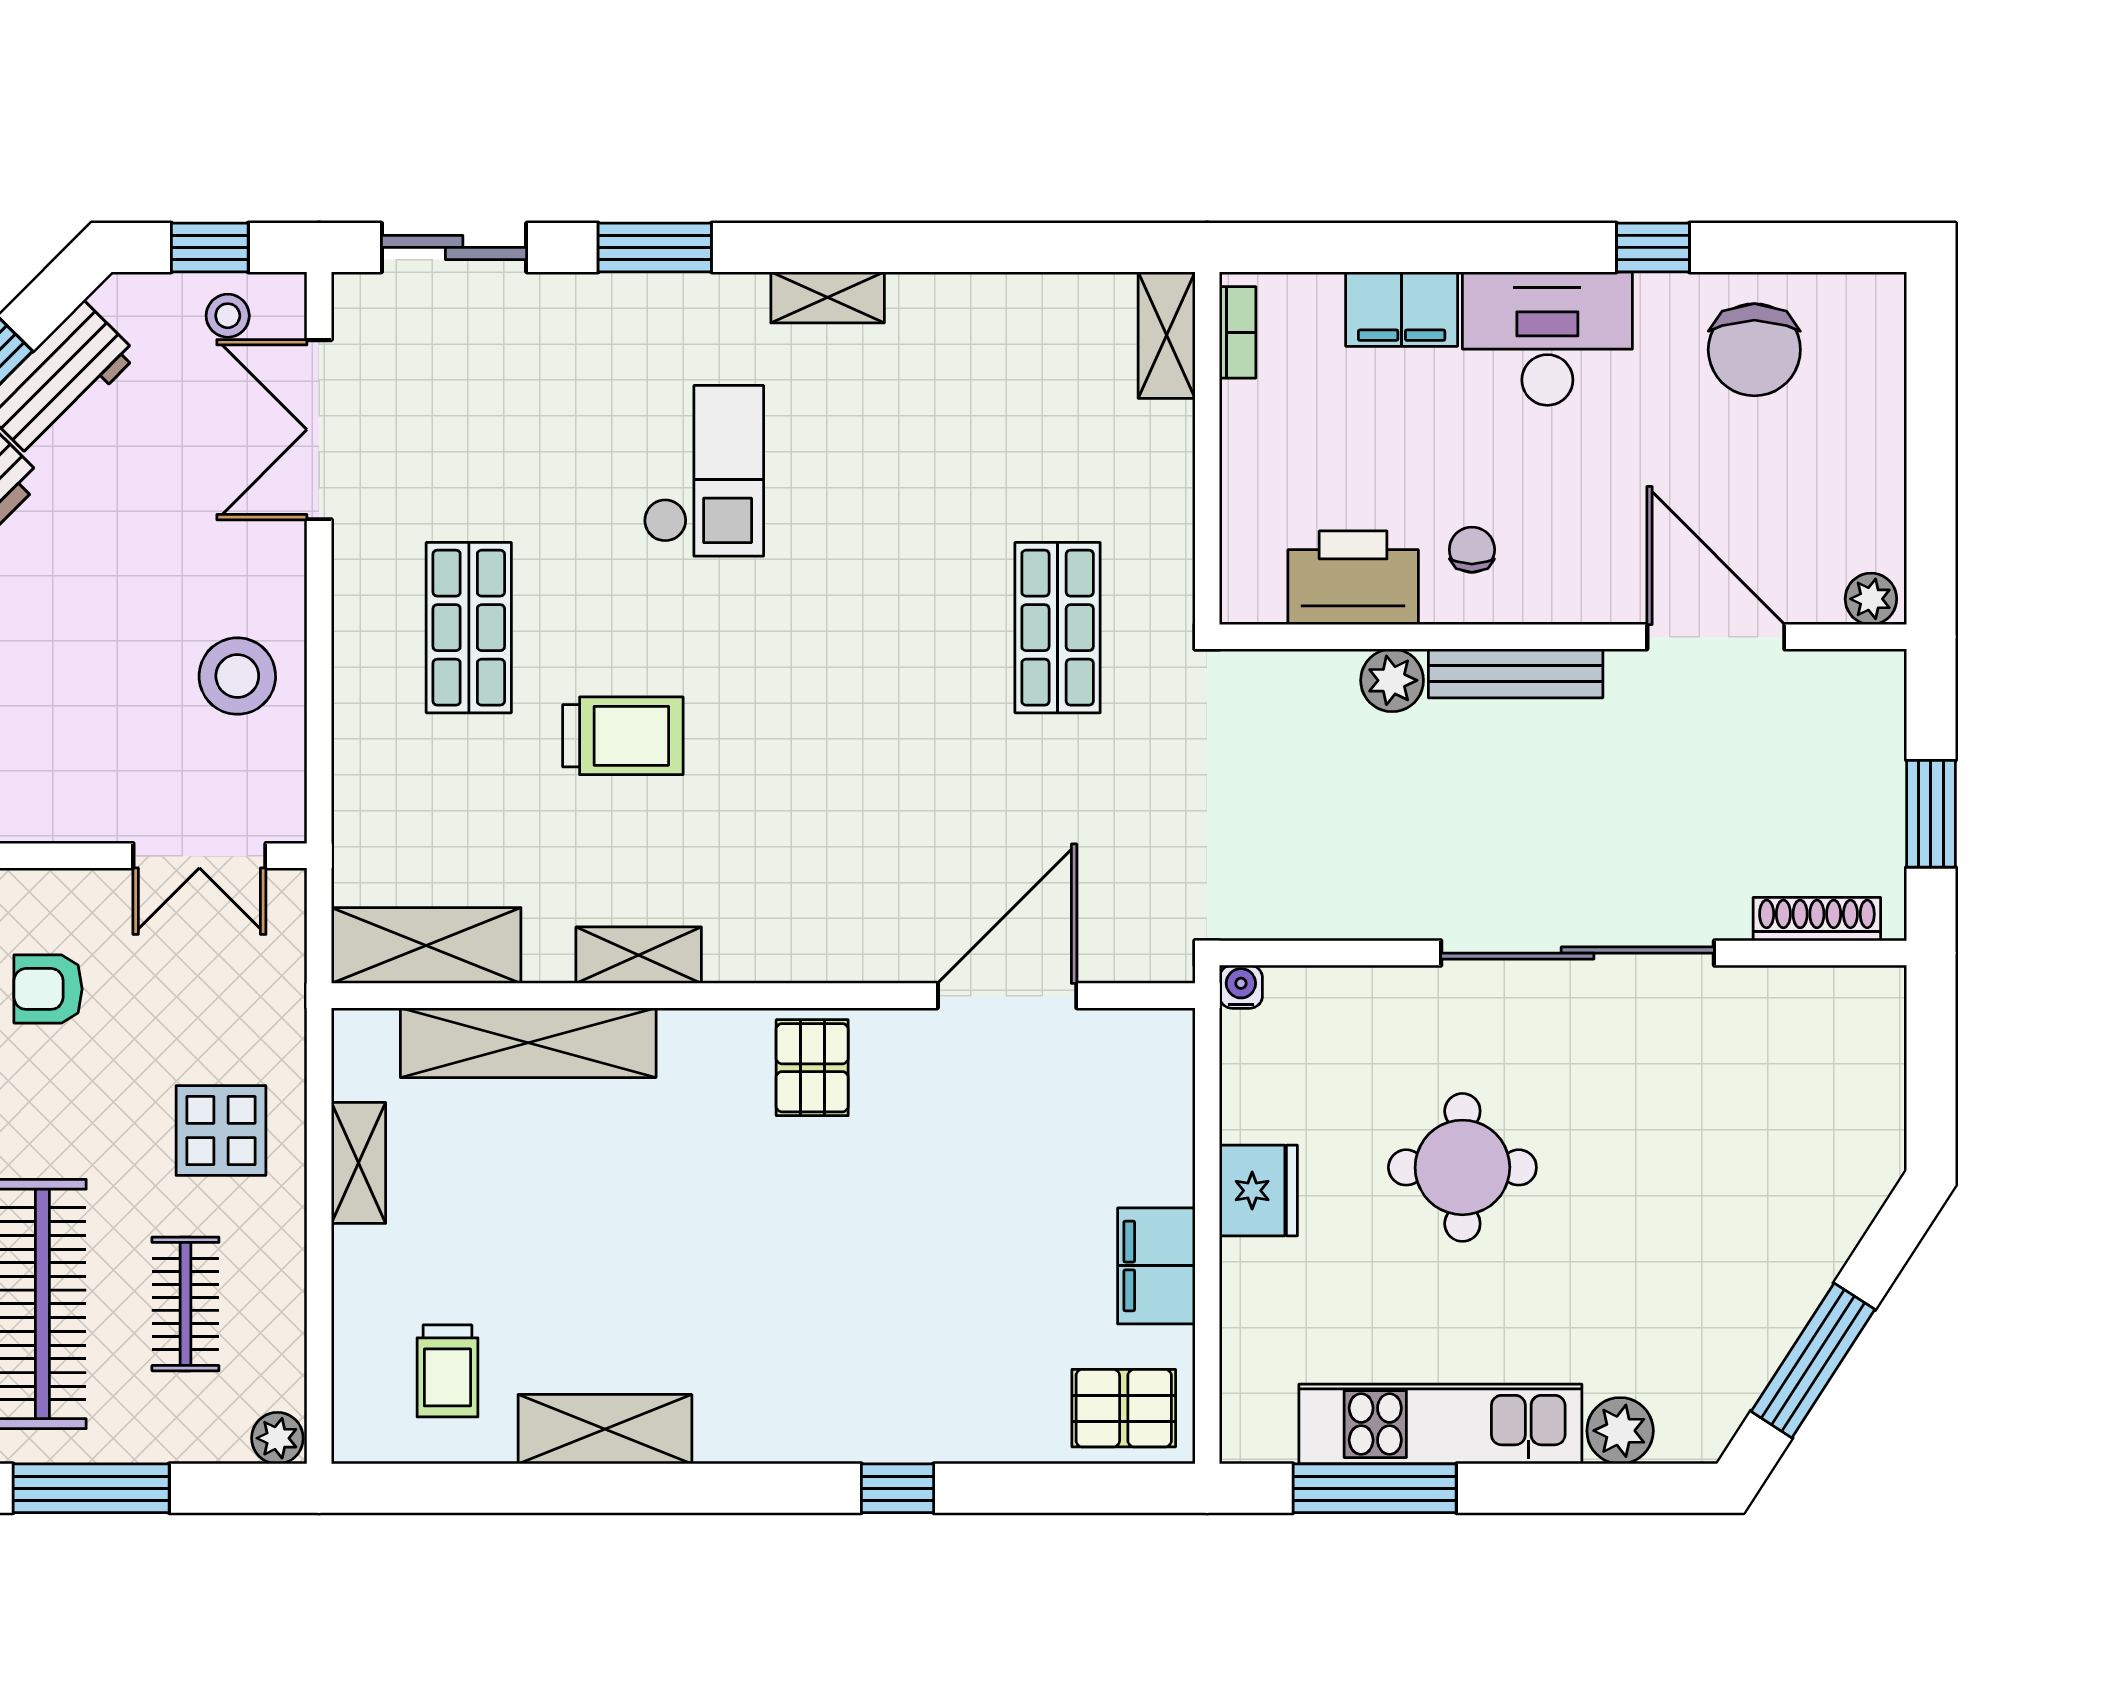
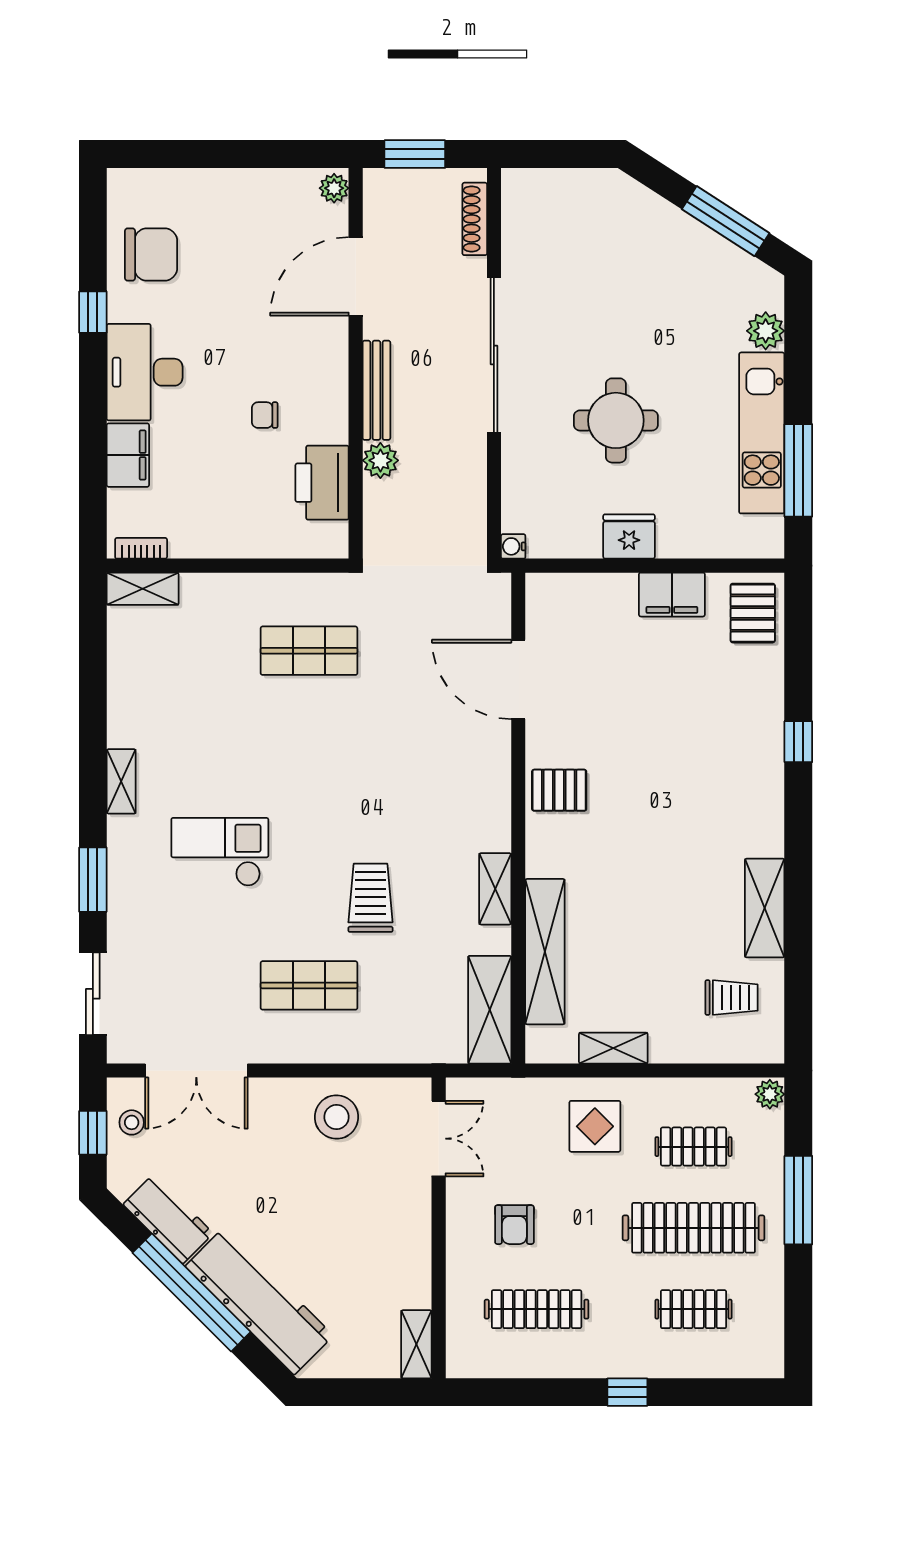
printer: (1353, 578) -> (322, 483), moved
plant: (1871, 599) -> (334, 188), moved
wall: (1563, 637) -> (356, 363), moved
door: (1716, 637) -> (356, 276), moved
bench: (1516, 673) -> (376, 390), moved
plant: (1392, 680) -> (380, 460), moved

